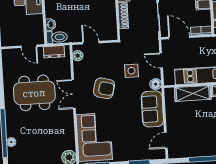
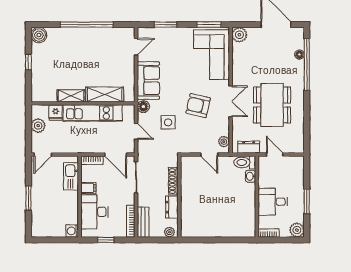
dining table: (34, 93) -> (272, 105), turned 90

